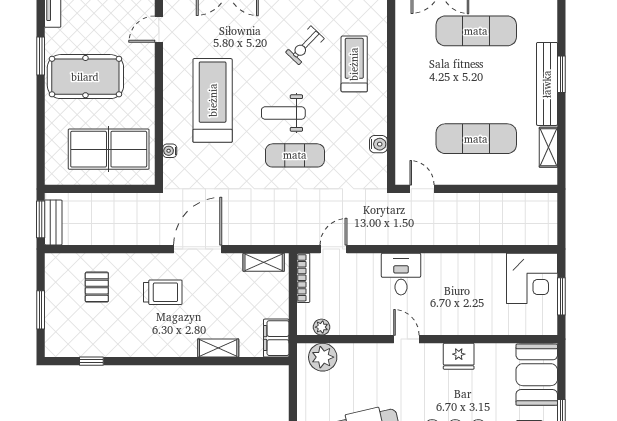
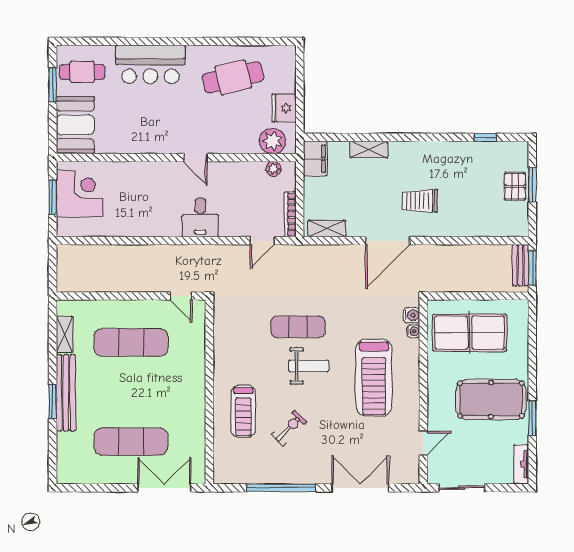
water cooler: (378, 144) -> (412, 315), moved, turned 180
corner desk: (532, 278) -> (80, 193), moved, turned 90
pallet: (97, 287) -> (515, 186), moved
fridge: (459, 356) -> (284, 108), moved, turned -90

